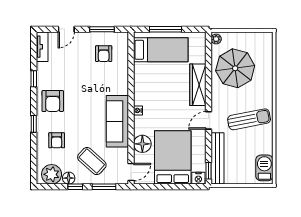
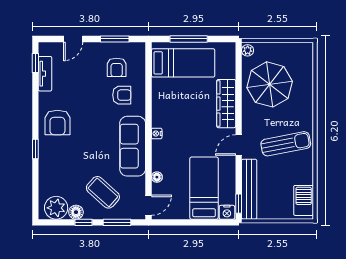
tv unit: (42, 47) -> (45, 74), moved
window: (34, 79) -> (35, 63), moved
armchair: (57, 140) -> (122, 95), moved, turned -90
floor lamp: (142, 144) -> (157, 177), width x0.53, depth x0.53
bed: (173, 157) -> (204, 188), width x0.67

